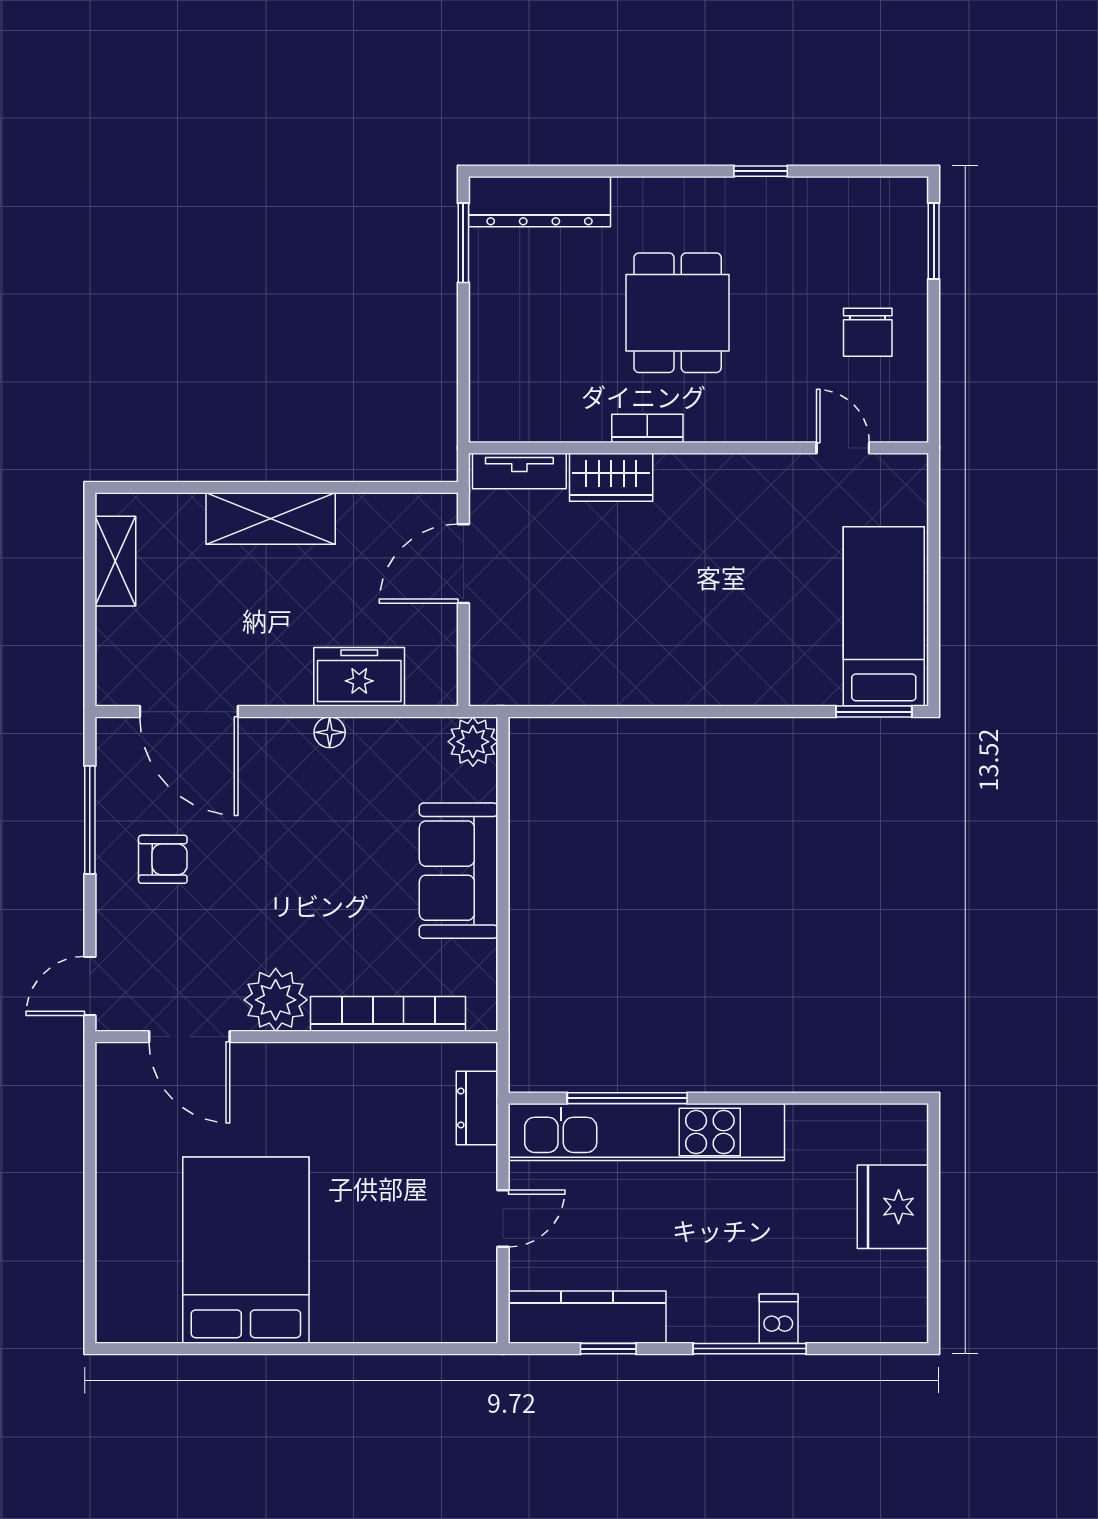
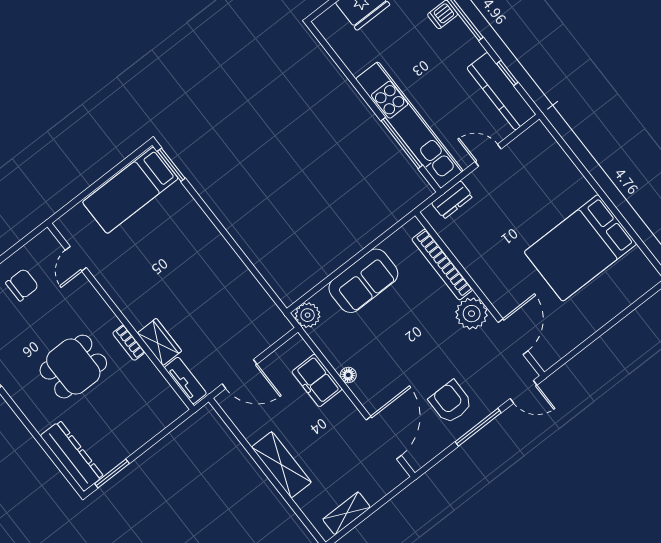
window: (90, 820) -> (478, 427), moved
armchair: (163, 859) -> (451, 402), width x1.38, depth x1.38

